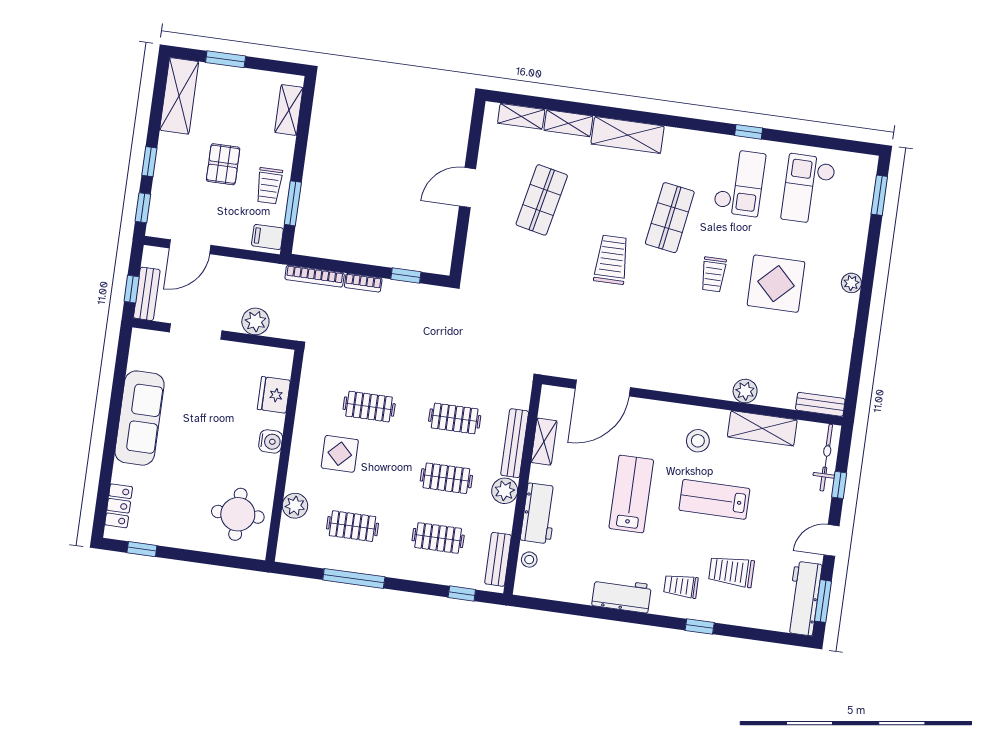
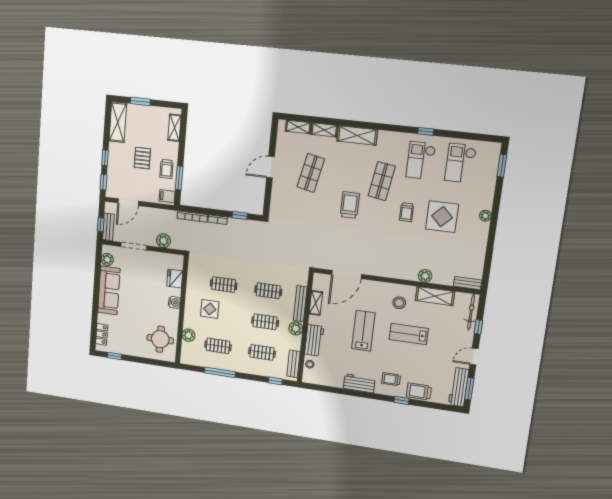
checkout: (739, 183) -> (421, 160), turned 180
plant: (140, 357) -> (107, 260), added
trolley: (732, 571) -> (419, 391), moved

